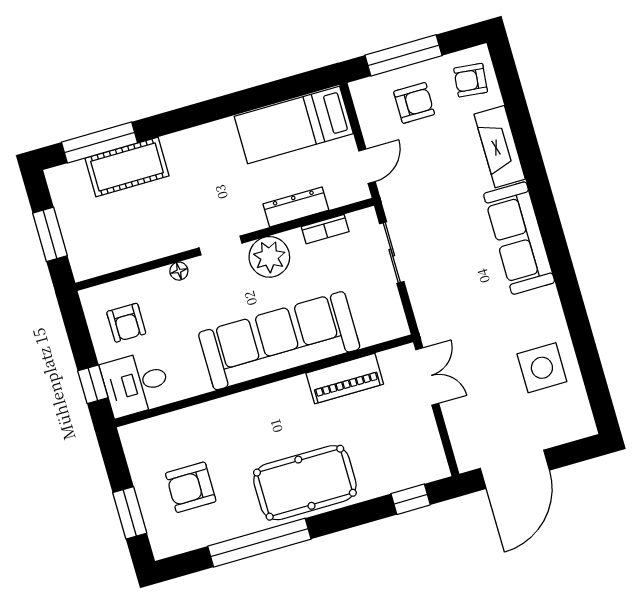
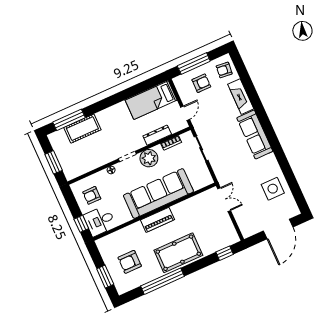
armchair: (126, 323) -> (92, 195), turned 90
piano: (345, 379) -> (157, 220), moved
door: (515, 469) -> (278, 229), moved

